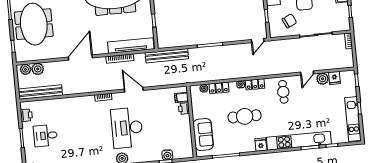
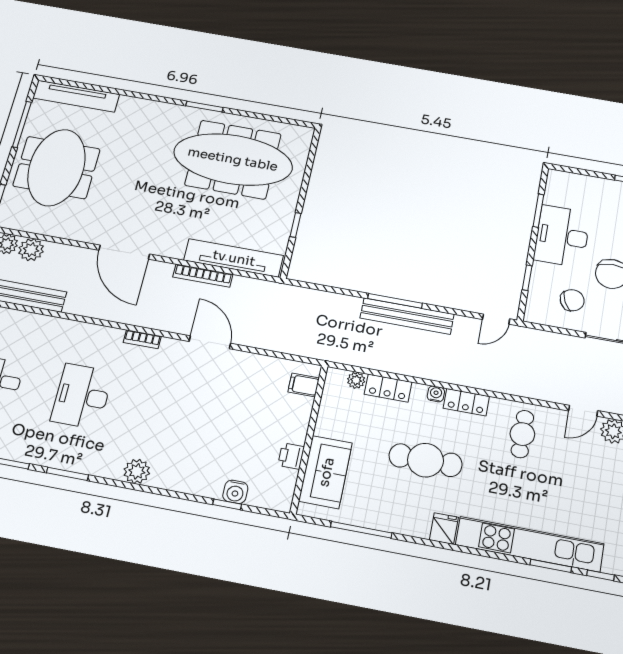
bench: (167, 56) -> (407, 316), moved
door: (80, 58) -> (124, 252), swing flipped
printer: (184, 108) -> (291, 456), moved
desk: (127, 128) -> (82, 396), moved, width x0.73, depth x0.77

